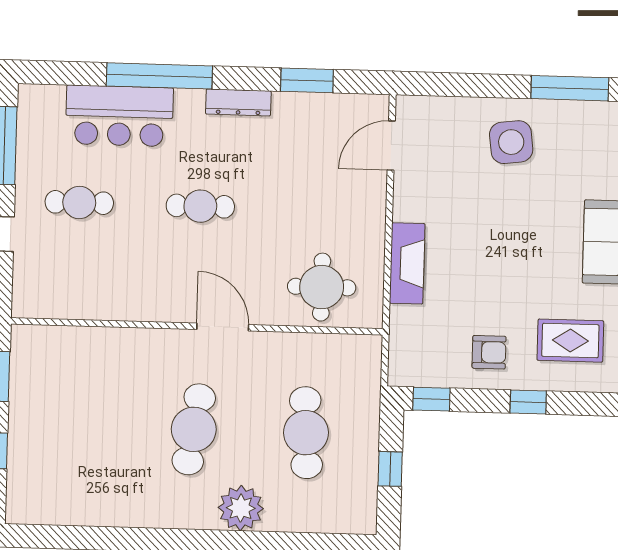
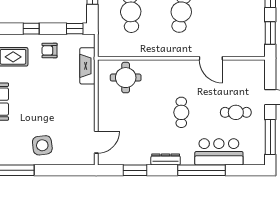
cafe table: (200, 206) -> (181, 112), turned 90
fireplace: (407, 263) -> (87, 66), moved
door: (223, 327) -> (211, 58), moved

